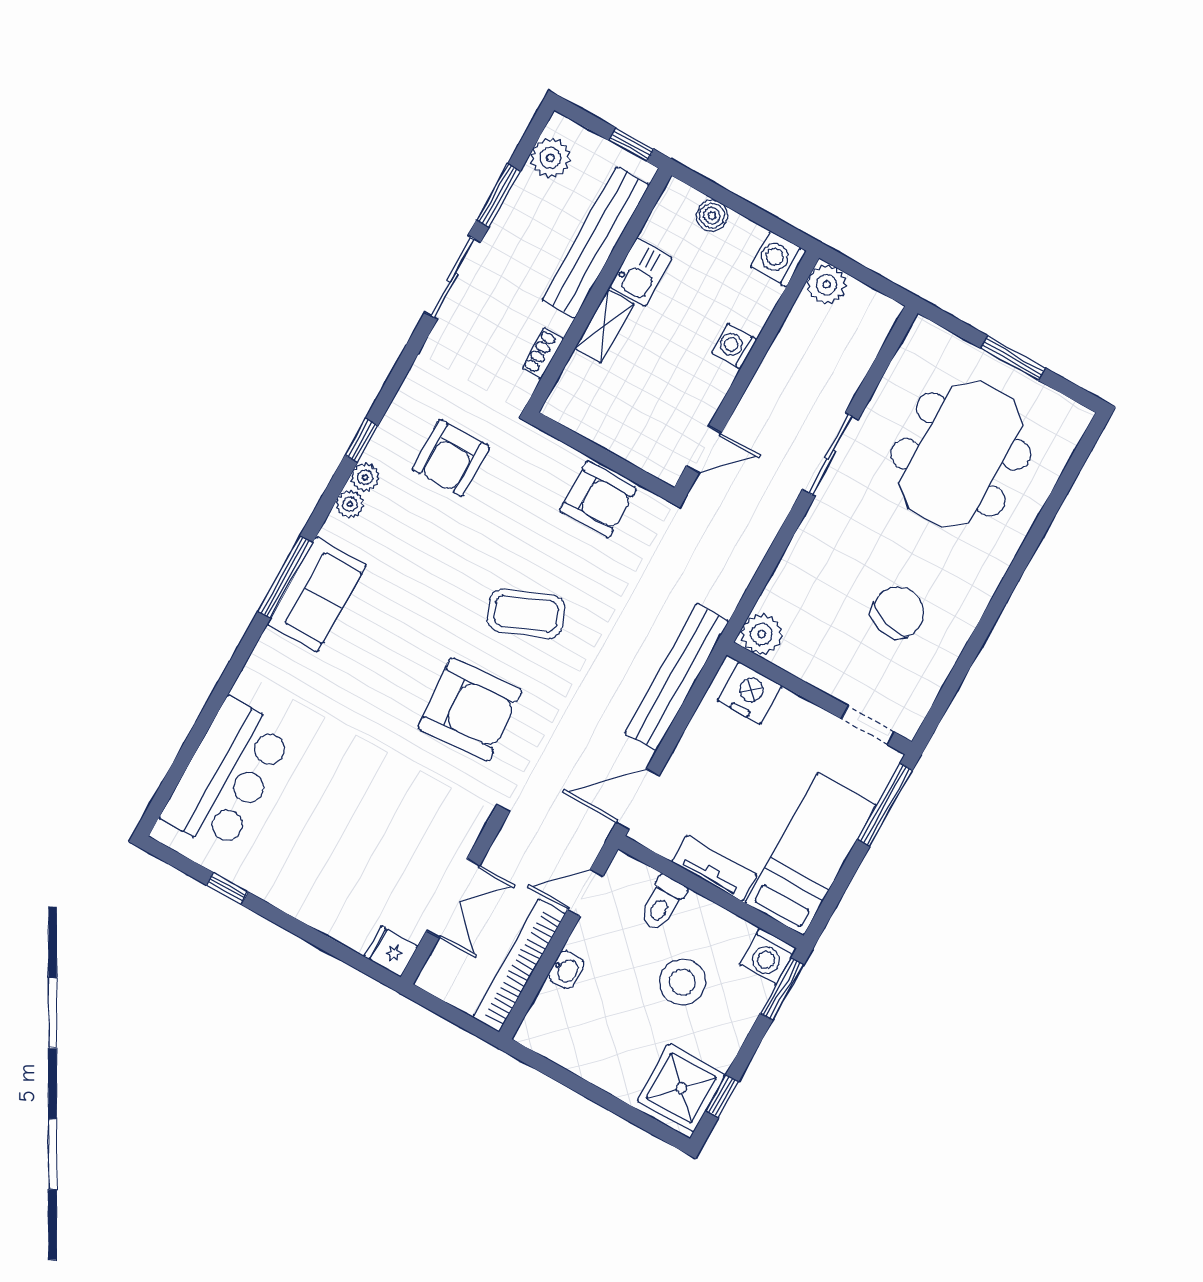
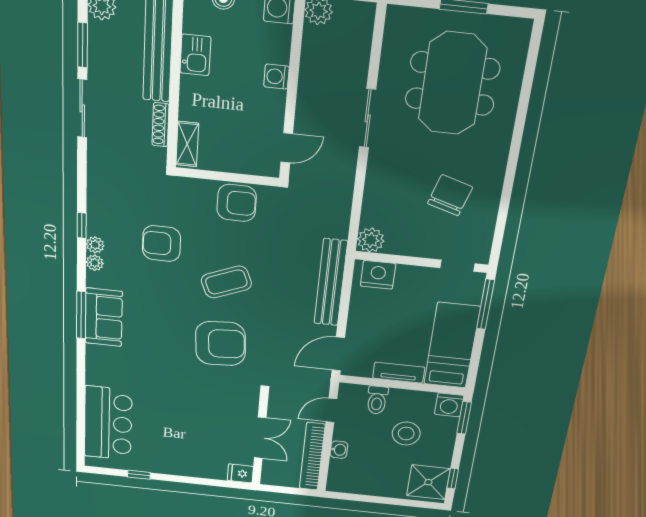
shelving: (604, 326) -> (187, 144), moved
shoe rack: (543, 353) -> (161, 125), width x1.43
armchair: (451, 458) -> (161, 244), moved, turned 90

